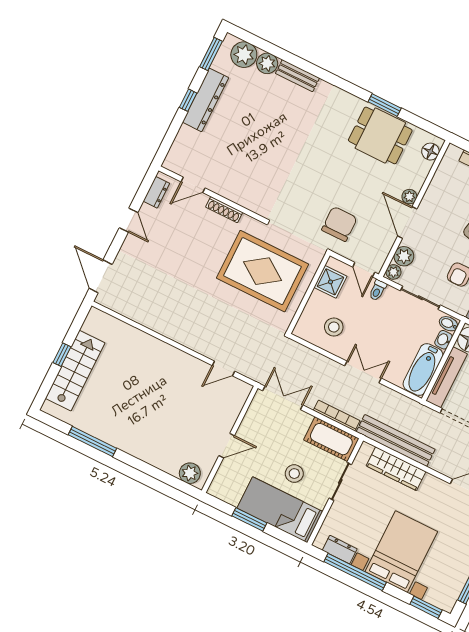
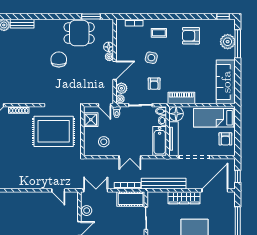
window: (385, 105) -> (91, 17), moved
floor lamp: (430, 152) -> (109, 47), moved
door: (407, 223) -> (115, 70), swing flipped
chair: (339, 224) -> (59, 60), moved
door: (223, 368) -> (58, 190), hinge flipped
double door: (363, 372) -> (130, 157), swing flipped
wardrobe: (396, 469) -> (184, 198), moved
stool: (294, 474) -> (87, 211), moved

